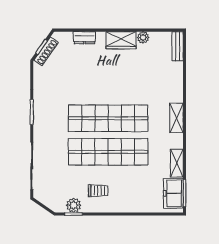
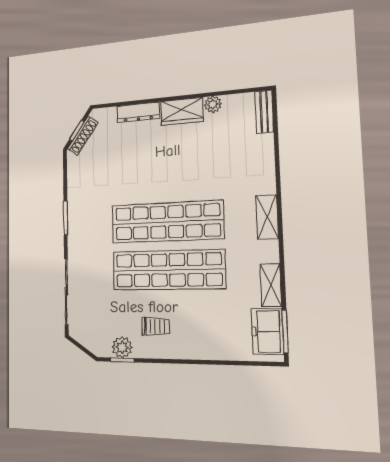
dresser: (84, 38) -> (138, 112), width x1.44

